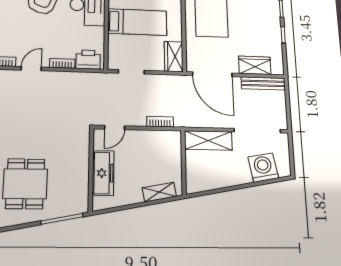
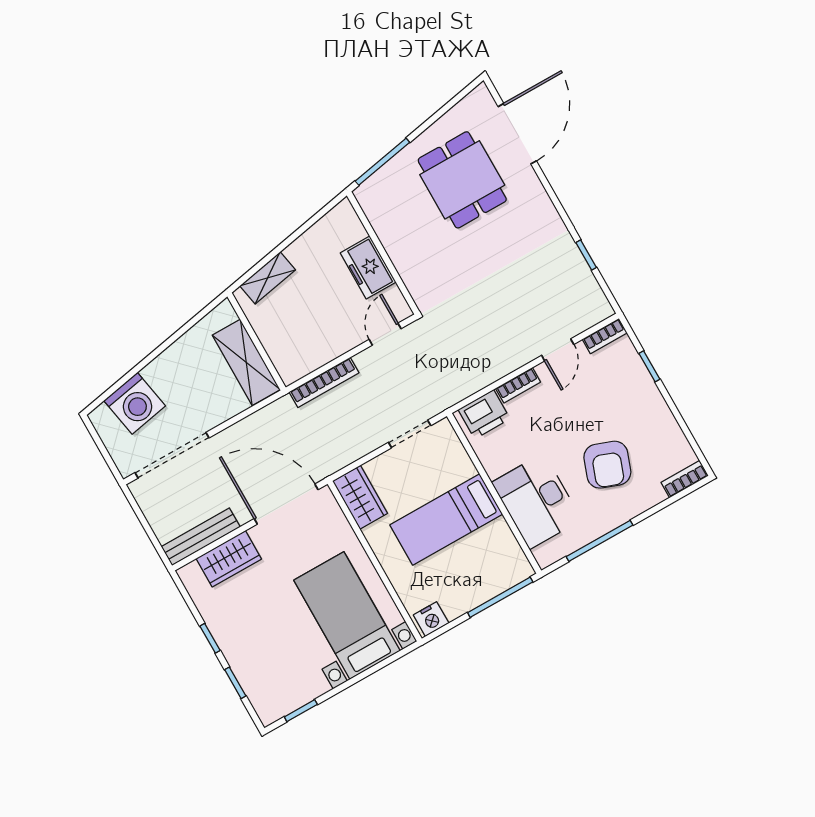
bookcase: (160, 122) -> (324, 382), width x1.56
shelving: (208, 140) -> (246, 362), moved, turned 90
freezer: (103, 173) -> (368, 268), width x0.71

